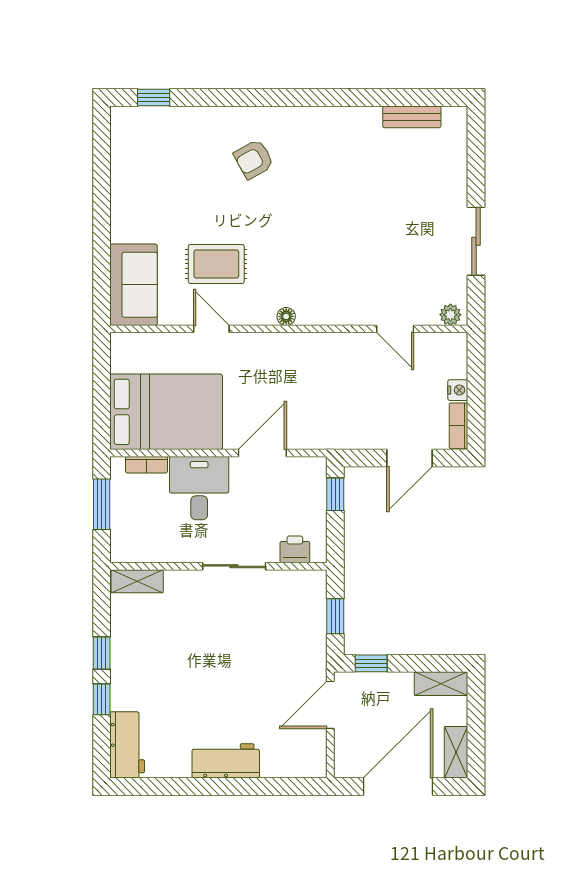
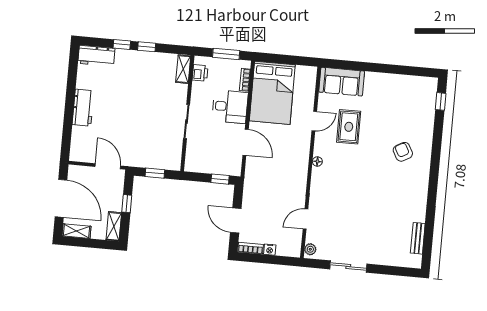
printer: (295, 549) -> (200, 73), moved
window: (371, 663) -> (127, 204), moved

